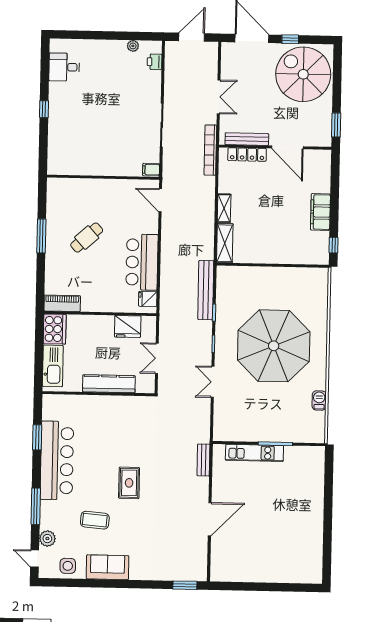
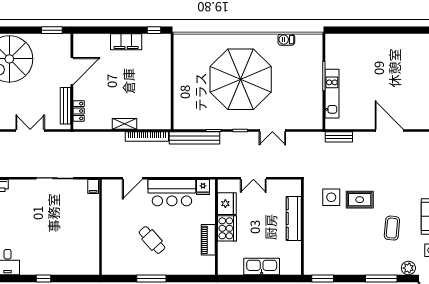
bookcase: (210, 150) -> (147, 137), moved
locker: (247, 155) -> (79, 111), width x0.66
door: (160, 200) -> (132, 178), moved
shelving: (225, 243) -> (154, 123), removed
piano: (62, 303) -> (208, 240), moved
cooker: (55, 329) -> (227, 228), moved, turned 90
kitchen counter: (109, 384) -> (294, 219), moved
wall: (98, 394) -> (302, 227), moved
side table: (133, 449) -> (331, 197), added
bar counter: (57, 460) -> (342, 261), removed

